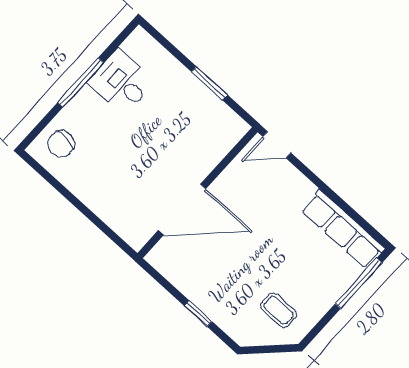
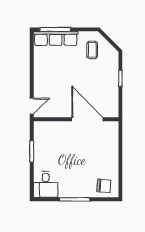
desk: (121, 82) -> (46, 185), moved
door: (277, 145) -> (32, 106), hinge flipped
row of seats: (343, 229) -> (56, 38), moved, turned 90

